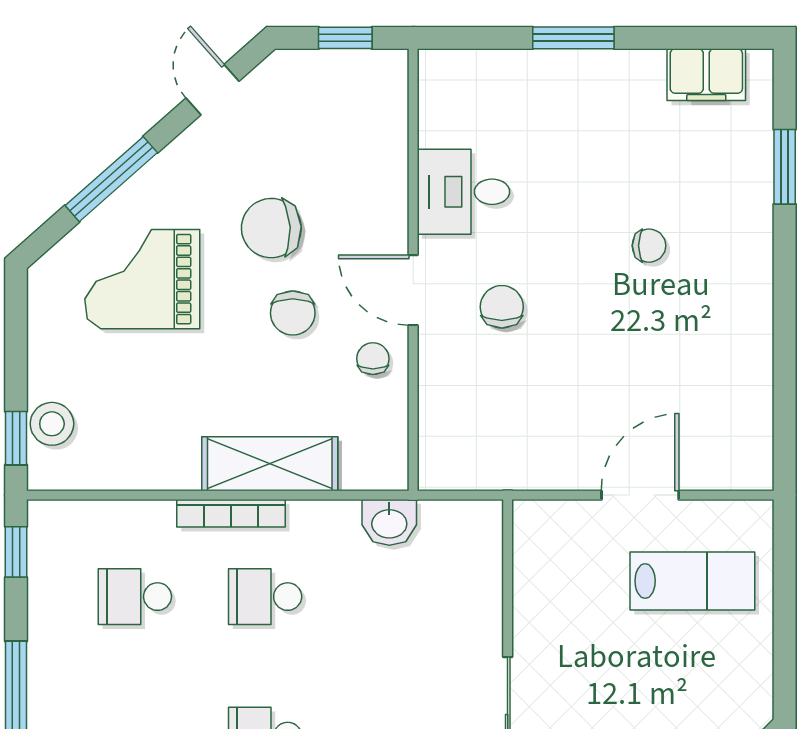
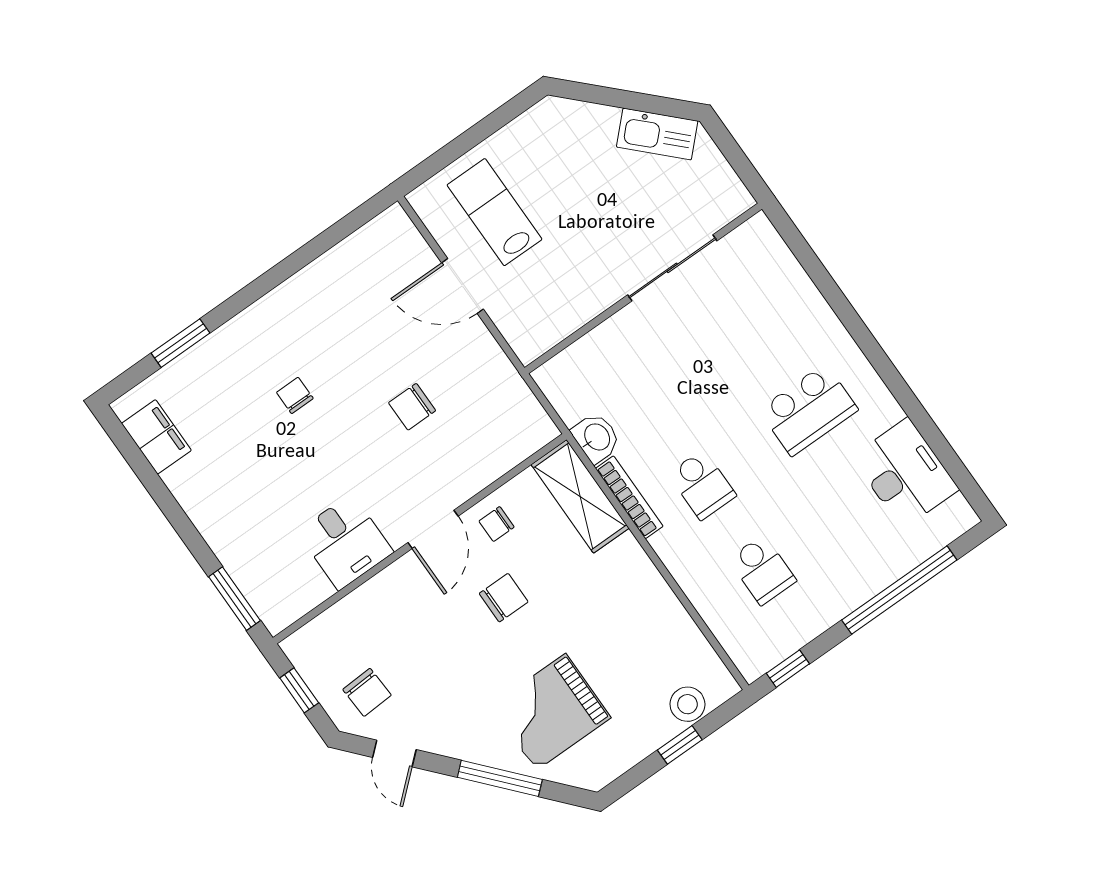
window: (573, 38) -> (234, 599), moved
door: (212, 90) -> (394, 753), hinge flipped
chair: (271, 228) -> (367, 692), moved, width x0.73, depth x0.73
grand piano: (142, 279) -> (551, 712), turned 90
chair: (502, 307) -> (412, 407), moved
window: (16, 438) -> (680, 745), moved
shelving: (270, 464) -> (580, 496), moved
bookcase: (231, 513) -> (629, 497), moved

